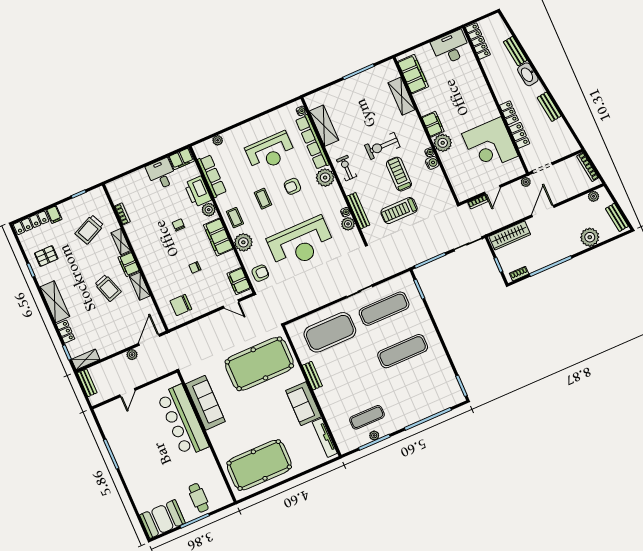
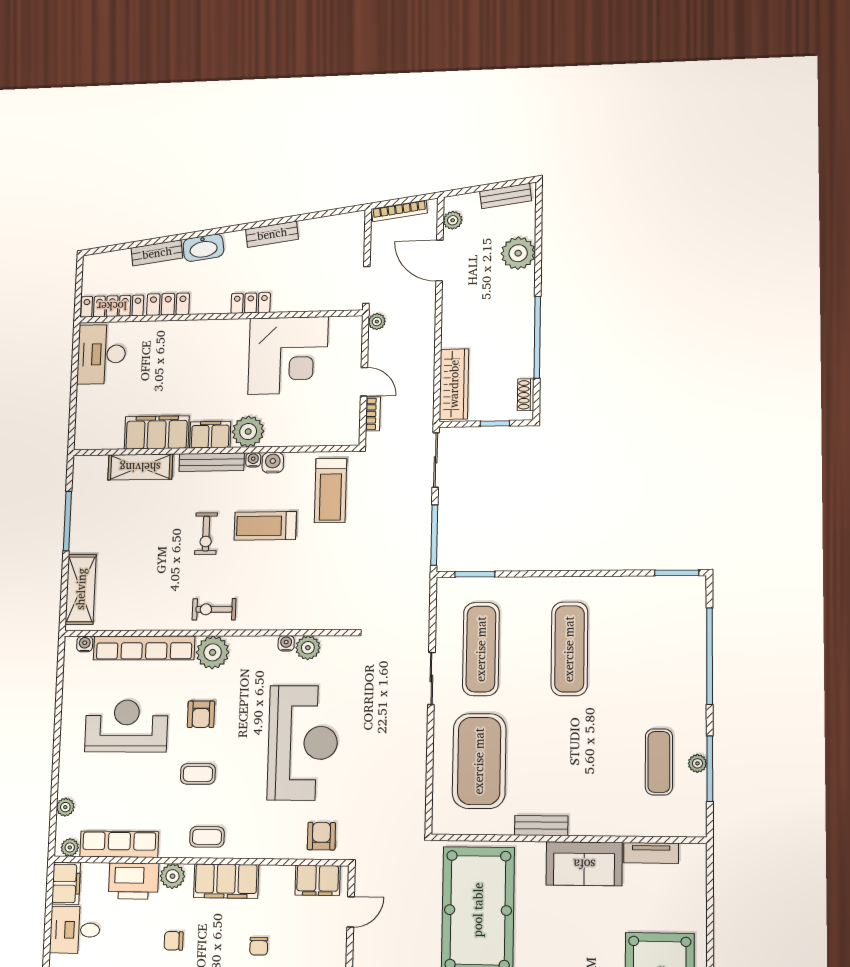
filing cabinet: (413, 74) -> (157, 432), moved
shelving: (324, 126) -> (81, 589), moved, turned 90
locker: (519, 135) -> (168, 304), moved
exercise bike: (382, 146) -> (206, 534), width x0.73, depth x0.72
reception desk: (270, 152) -> (126, 726), turned -90
bench: (358, 211) -> (212, 462), moved
treadmill: (399, 211) -> (330, 491), moved
door: (543, 211) -> (440, 261), moved
plant: (243, 242) -> (70, 847), moved, width x0.53, depth x0.53
tv unit: (325, 438) -> (651, 853), width x0.71

